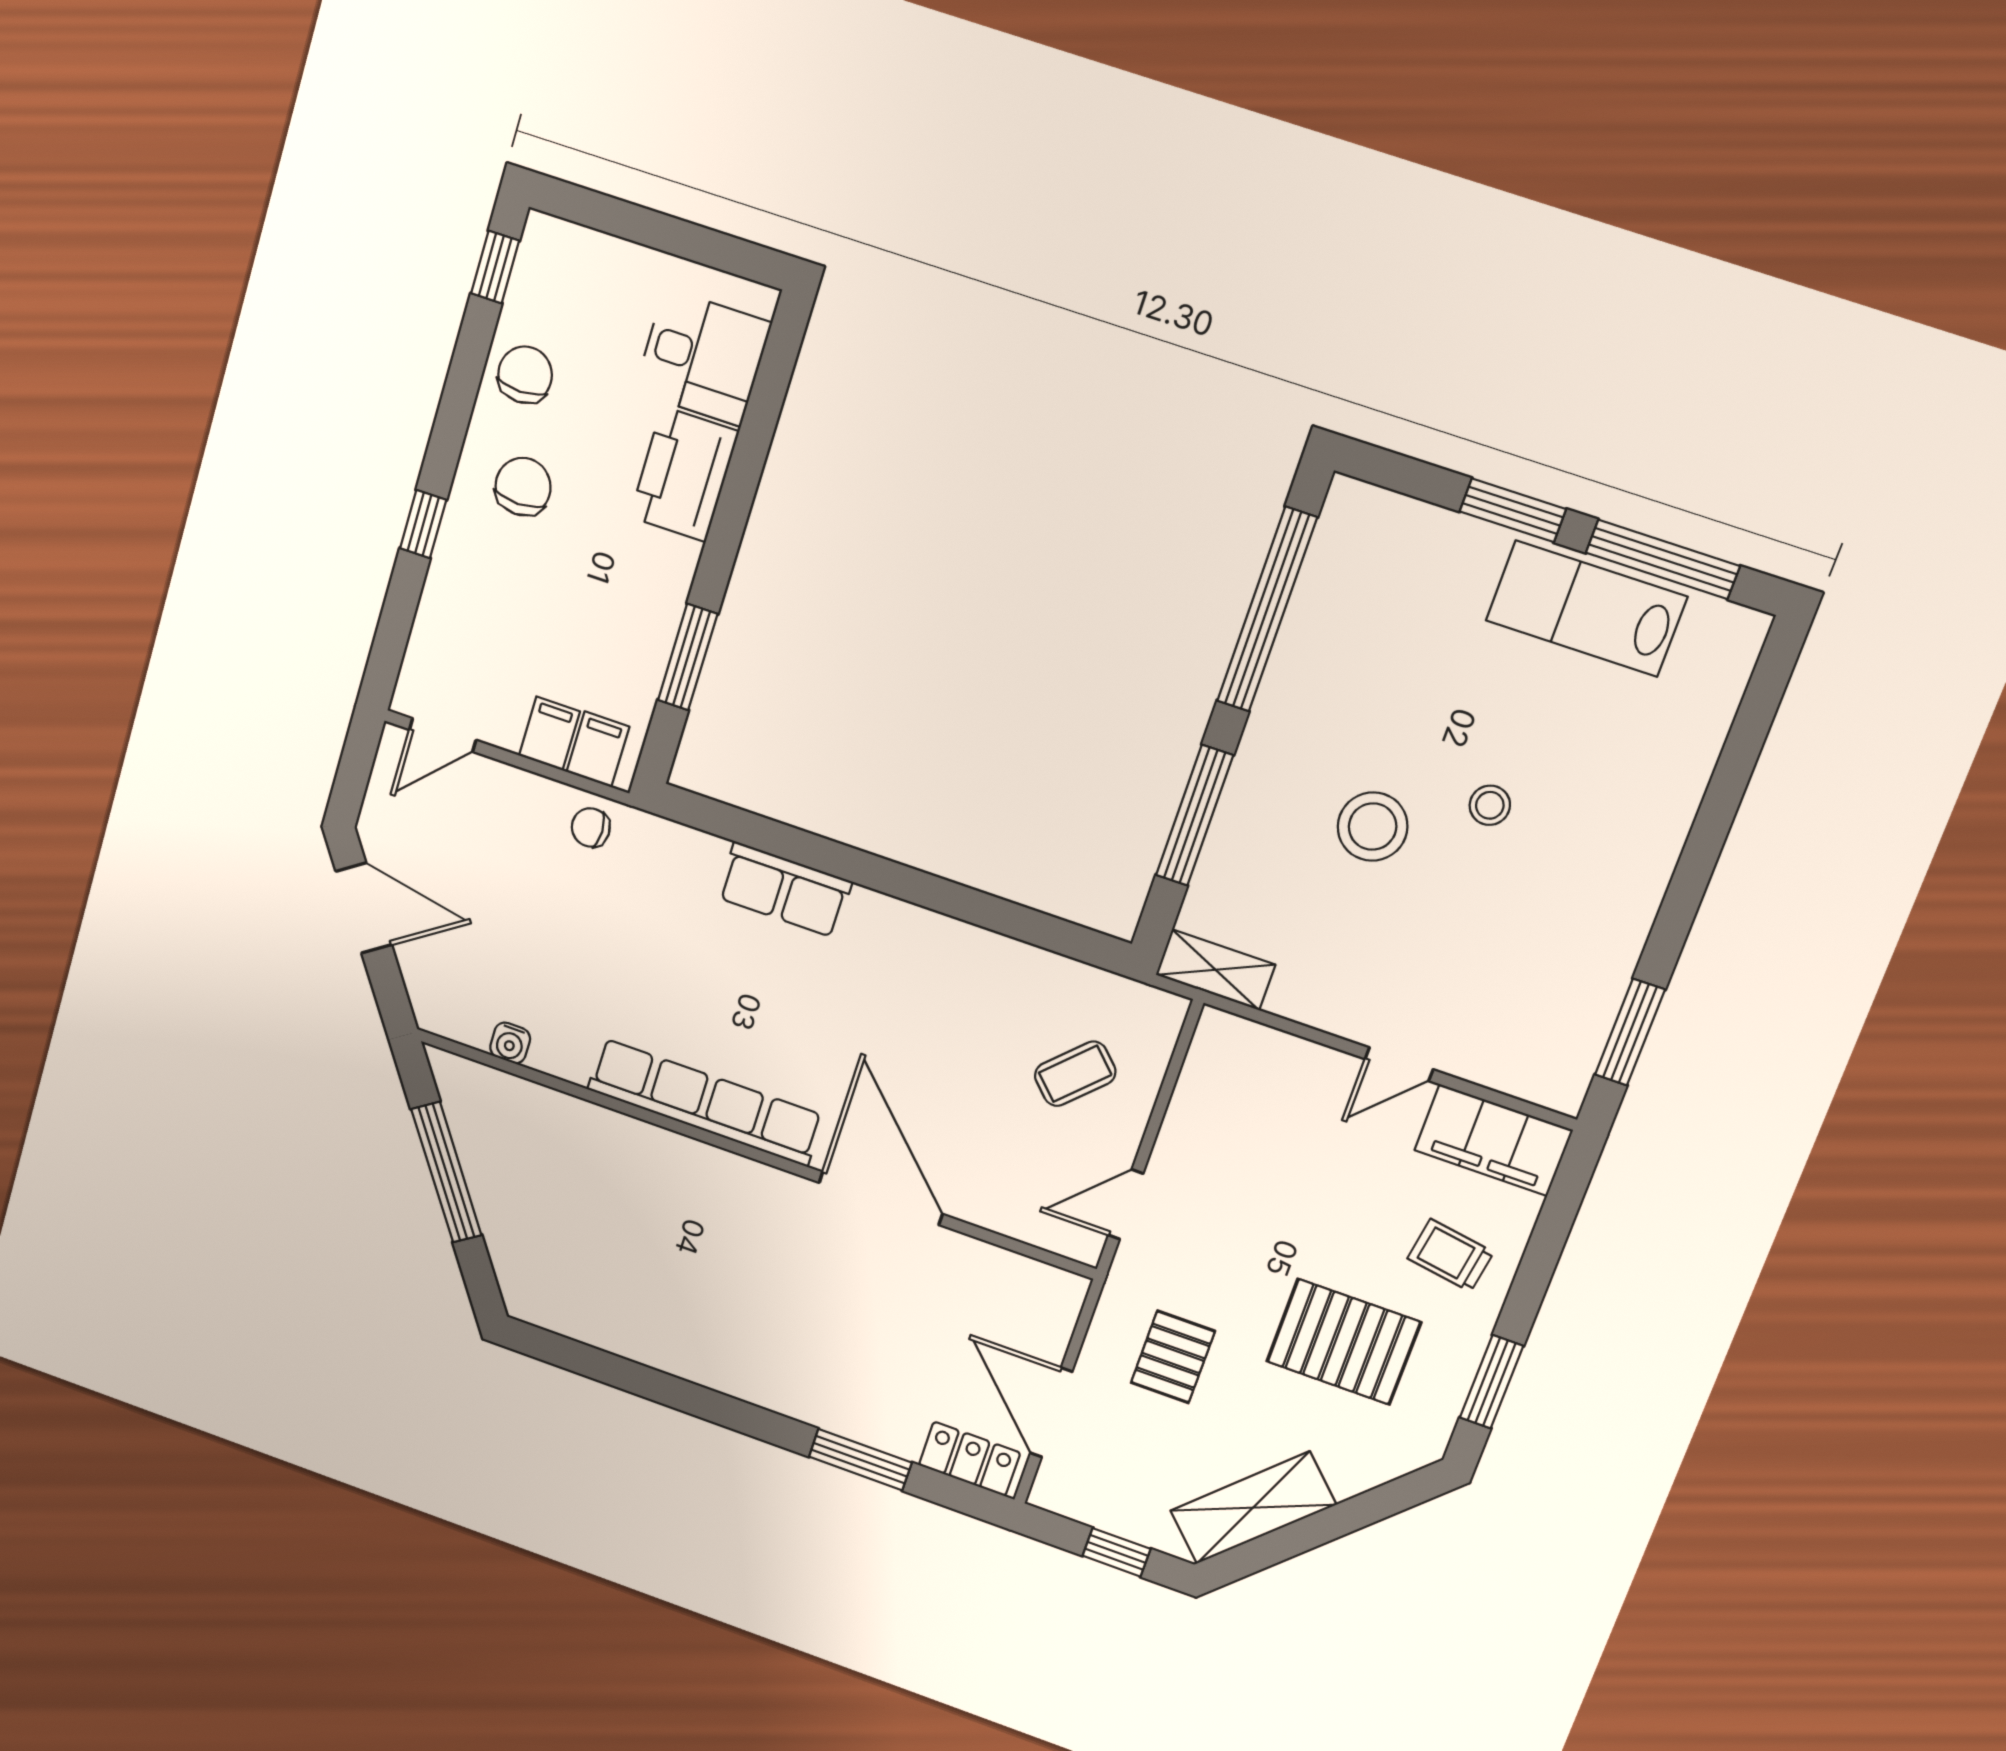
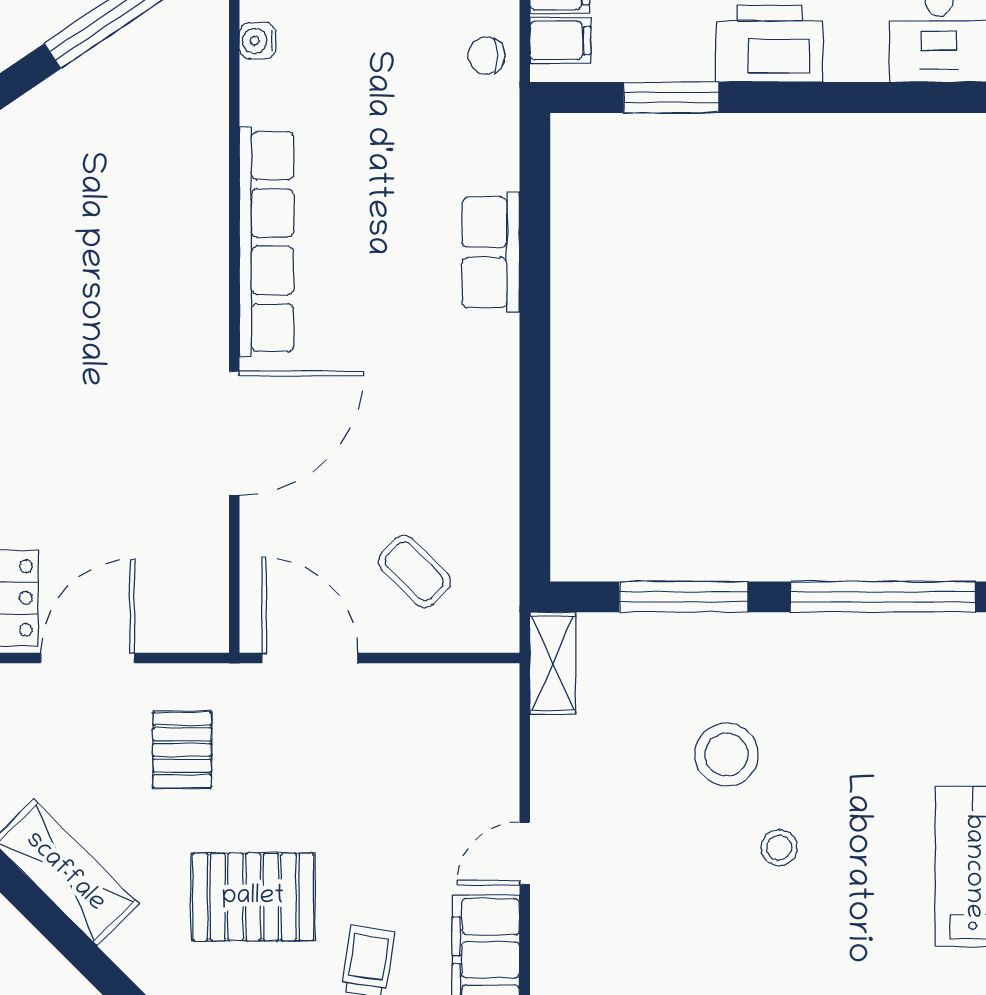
printer: (684, 474) -> (769, 44), moved
chair: (591, 828) -> (486, 56), turned -90
door: (1399, 1064) -> (525, 853), hinge flipped
door: (1126, 1204) -> (310, 658), width x1.38
pallet: (1344, 1342) -> (253, 897), turned 90
pallet: (1173, 1357) -> (182, 750), turned 90

